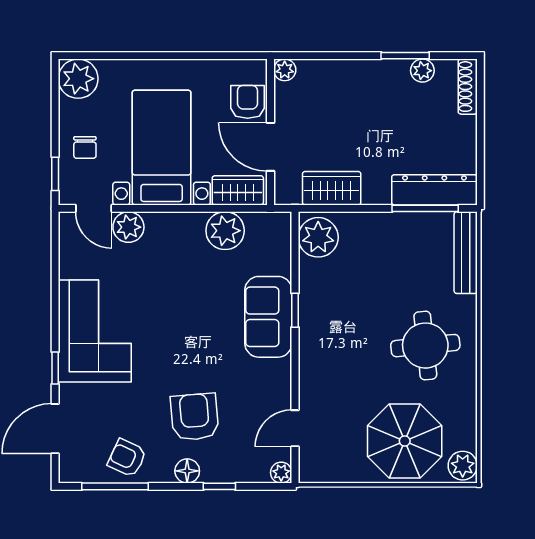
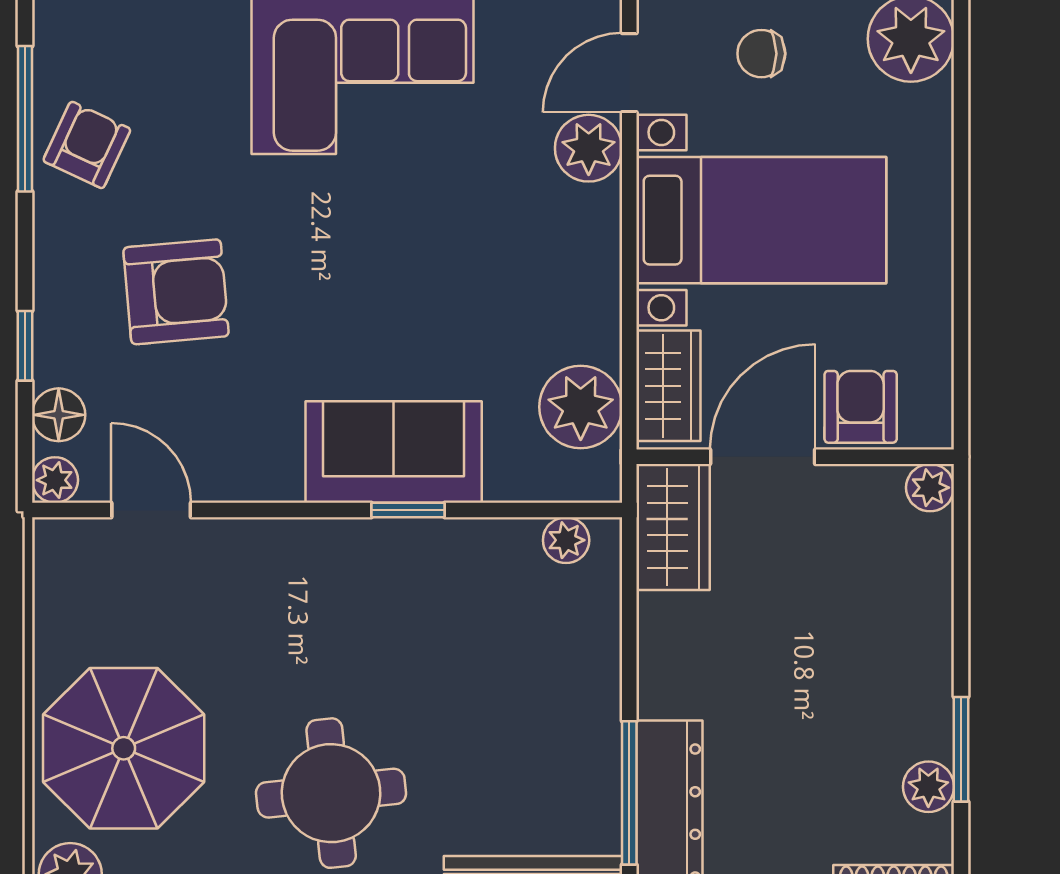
armchair: (248, 102) -> (861, 407), turned -90
wardrobe: (332, 188) -> (673, 527), moved
plant: (225, 231) -> (581, 407), moved
plant: (318, 237) -> (566, 540), width x0.53, depth x0.53
floor lamp: (187, 471) -> (59, 415), moved

